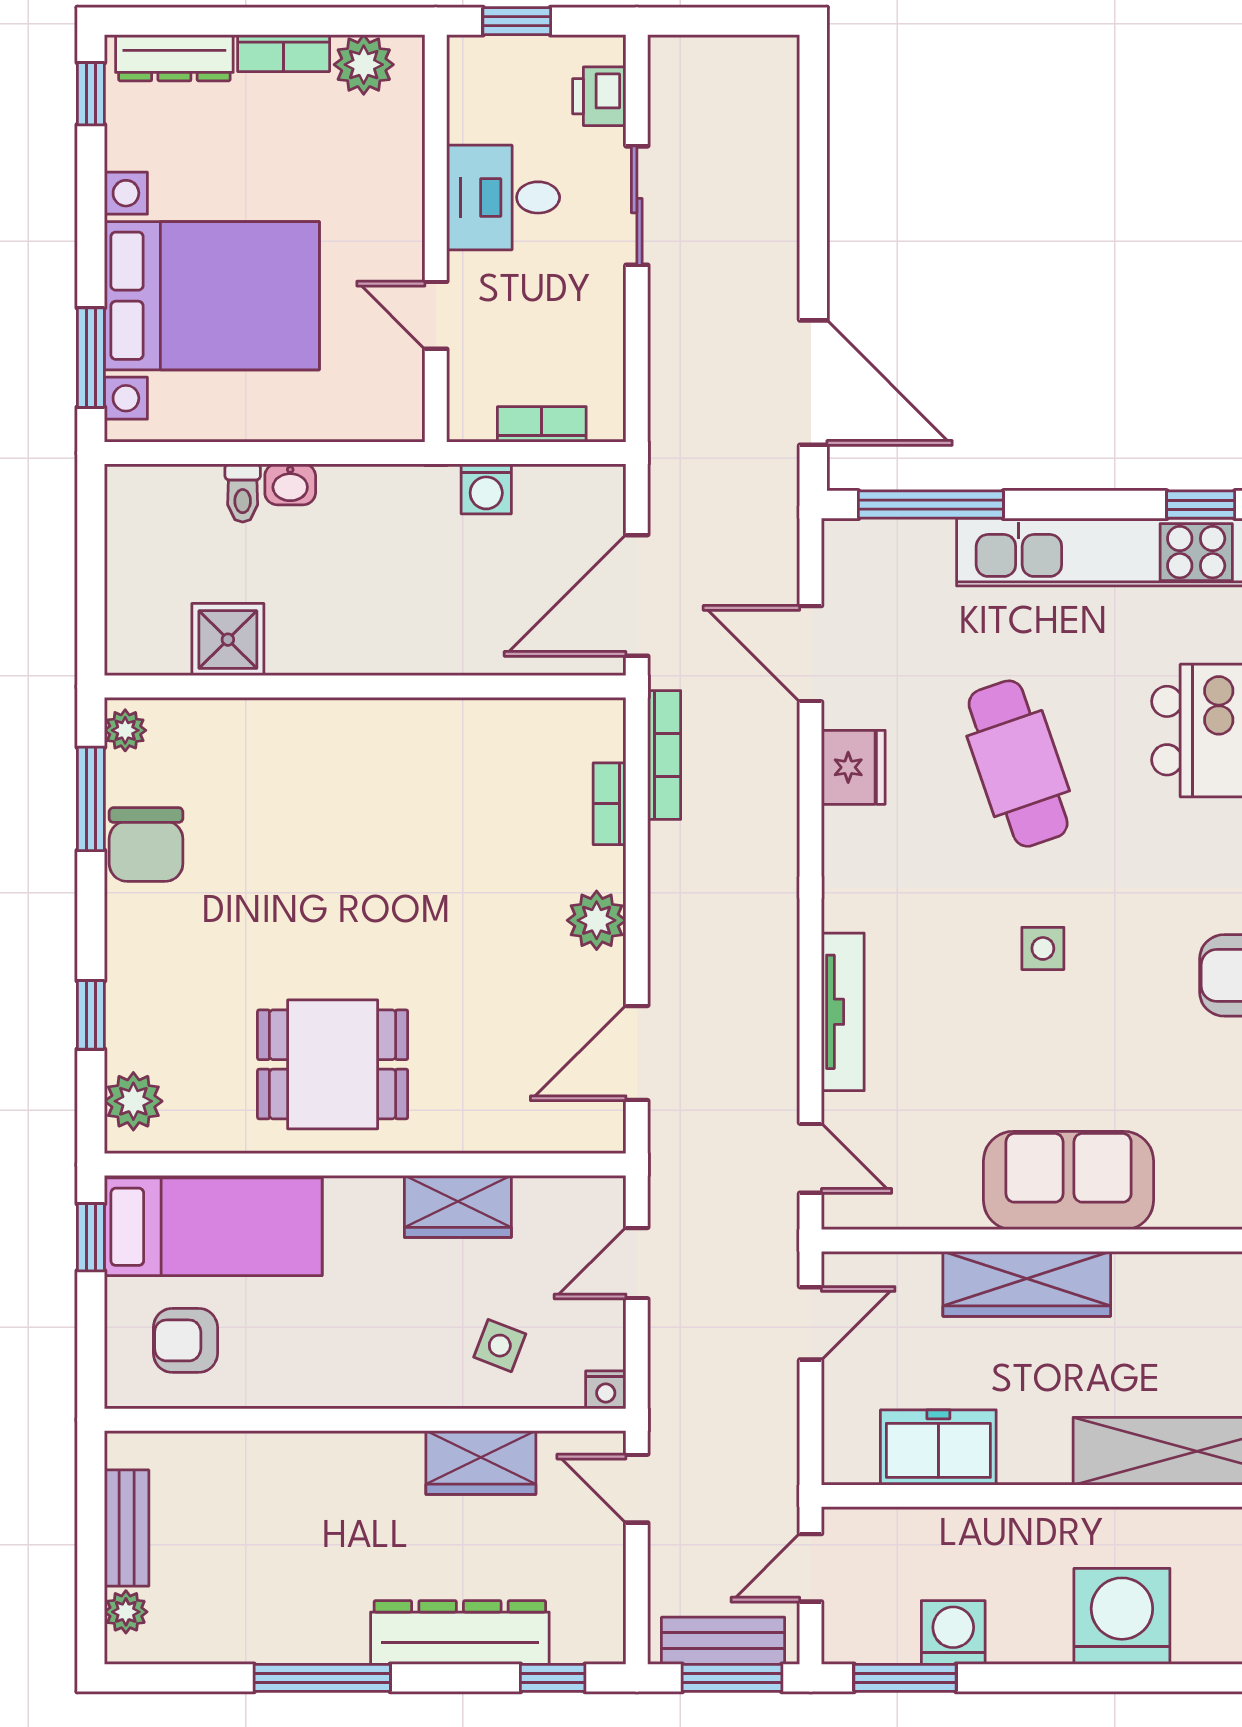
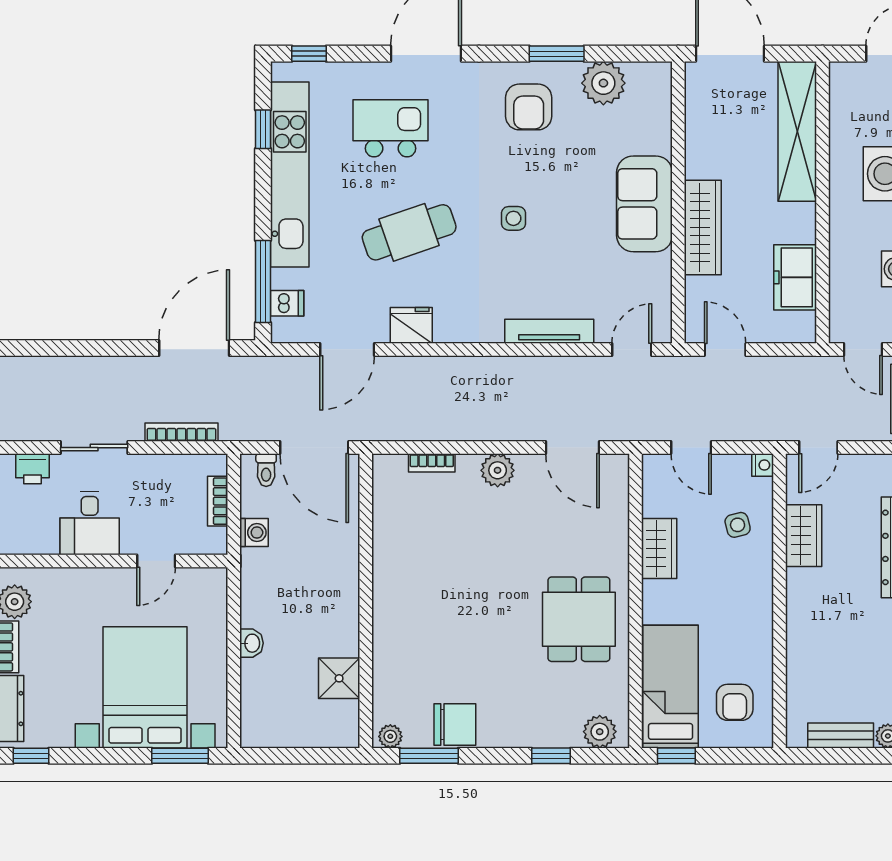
toilet: (243, 493) -> (266, 470), moved, turned 90
dishwasher: (892, 548) -> (287, 303), added
bookcase: (664, 755) -> (181, 432), moved
side table: (500, 1346) -> (738, 525), turned -35

